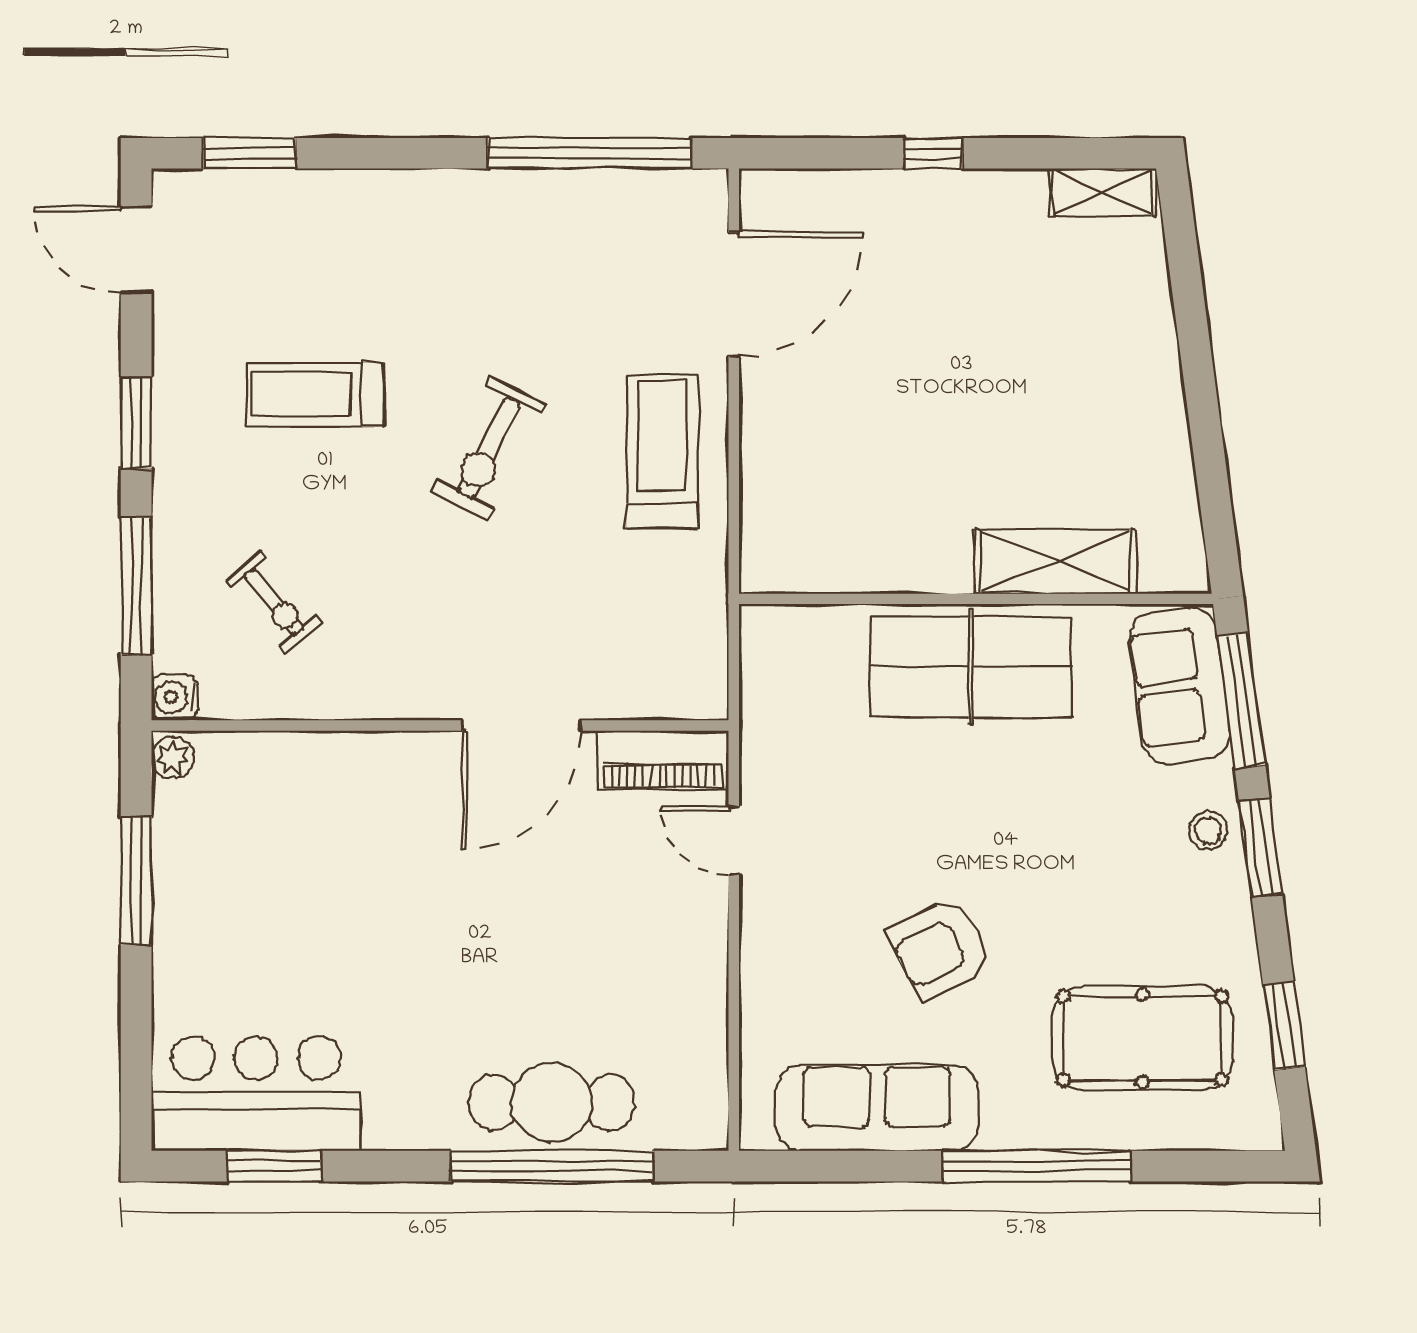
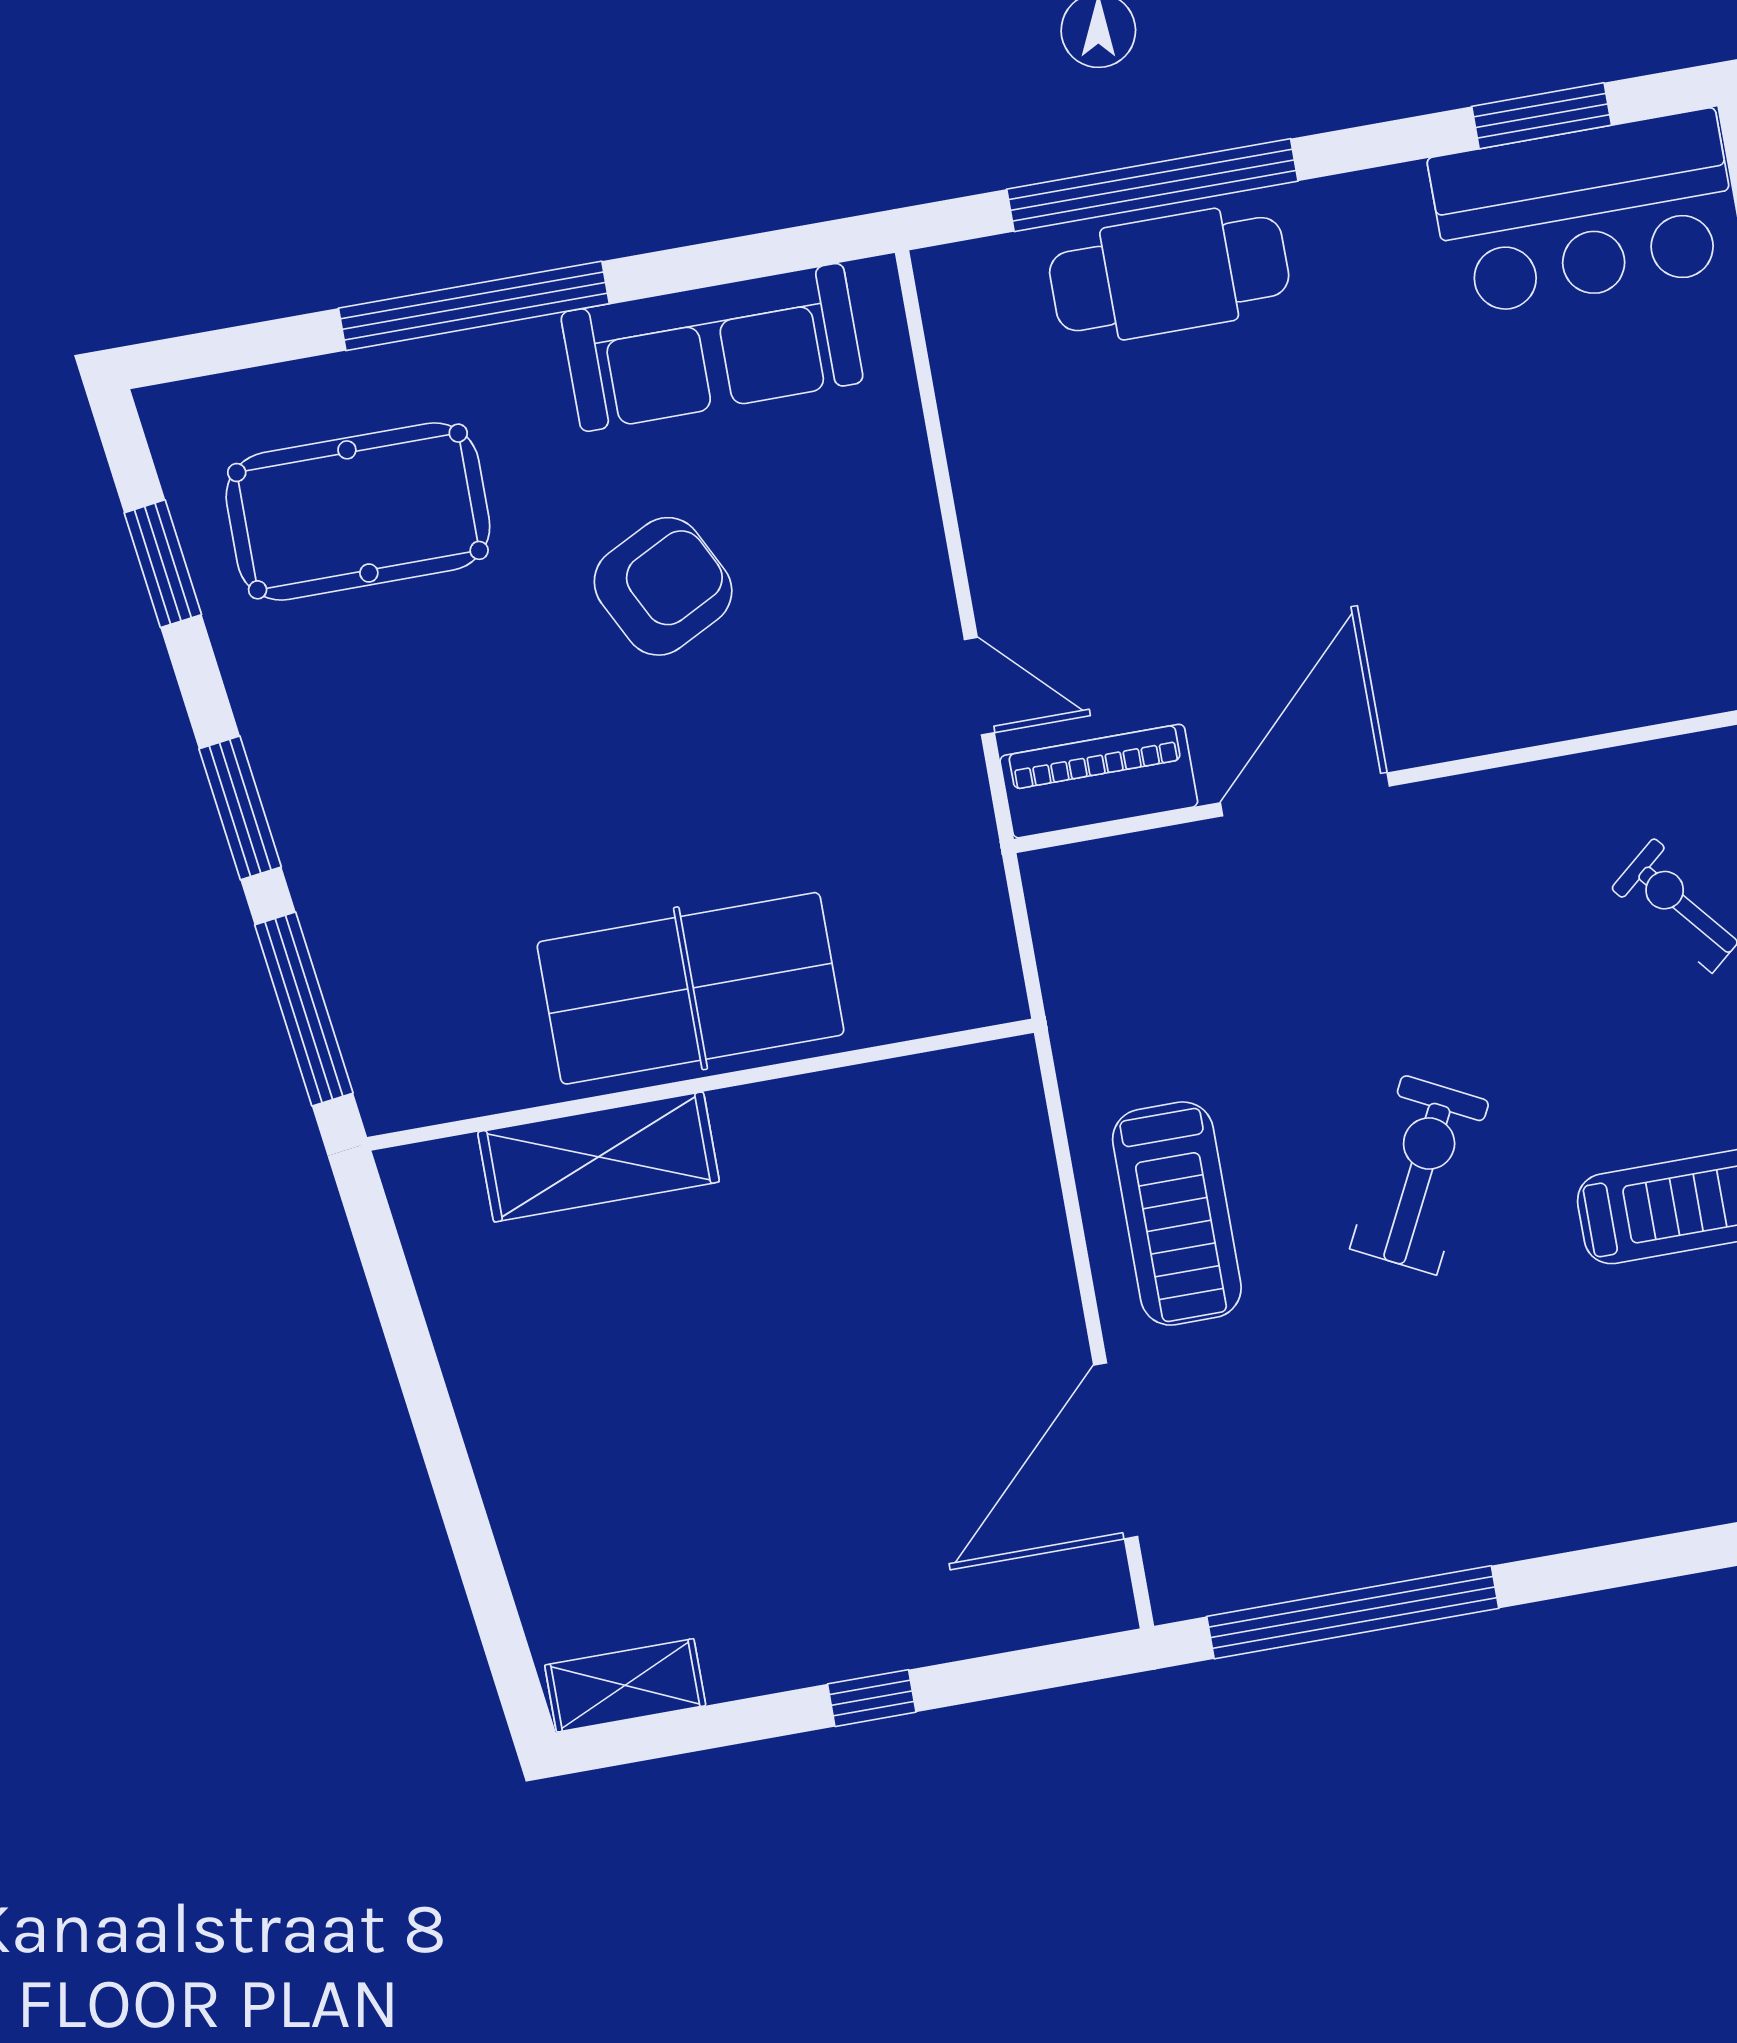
sofa: (1179, 686) -> (394, 1013), removed
stool: (1208, 831) -> (318, 818), removed

